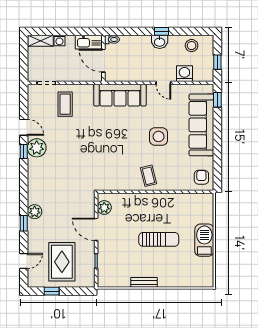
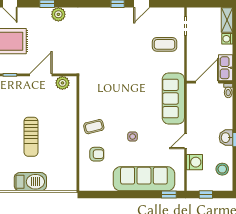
side table: (159, 136) -> (133, 137), width x0.54, depth x0.54
plant: (37, 148) -> (121, 16), removed
armchair: (201, 177) -> (97, 154), moved

